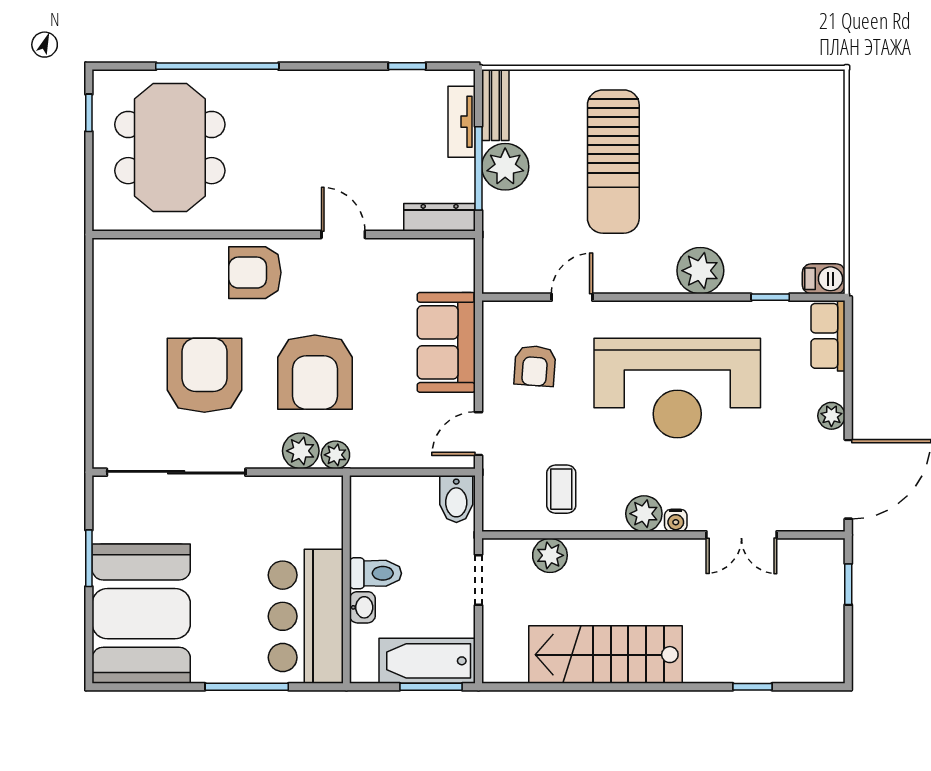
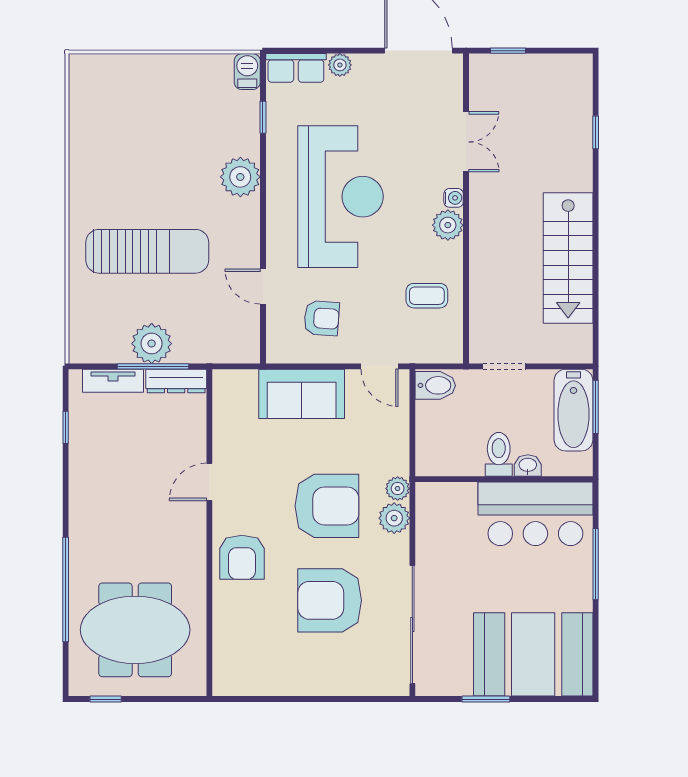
bench: (495, 105) -> (99, 352), removed
dresser: (440, 217) -> (176, 381), moved, turned -90
plant: (831, 416) -> (340, 65), moved
plant: (550, 555) -> (483, 305), removed

